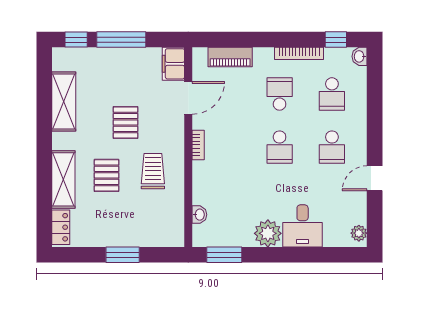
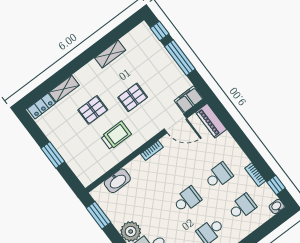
bookcase: (299, 53) -> (255, 175), width x0.64
piano: (230, 57) -> (211, 121), moved
school desk: (332, 94) -> (242, 207), turned 180
shelving: (64, 101) -> (110, 54), width x0.67, depth x0.75
school desk: (280, 147) -> (187, 200), turned 180
shelving: (63, 179) -> (64, 89), width x0.67, depth x0.75
washbasin: (199, 215) -> (117, 181), width x1.91, depth x1.45

